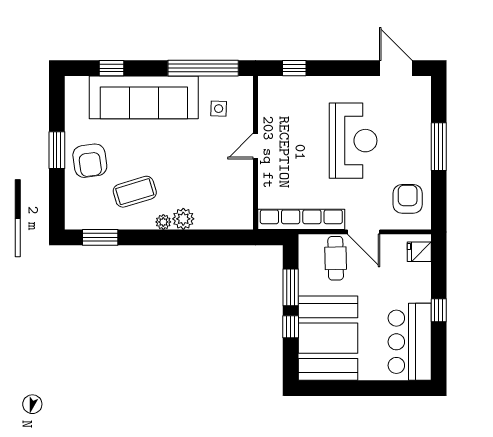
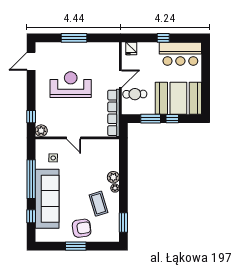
window: (203, 68) -> (31, 179), moved
plant: (269, 87) -> (41, 131), added
armchair: (408, 199) -> (102, 55), removed

